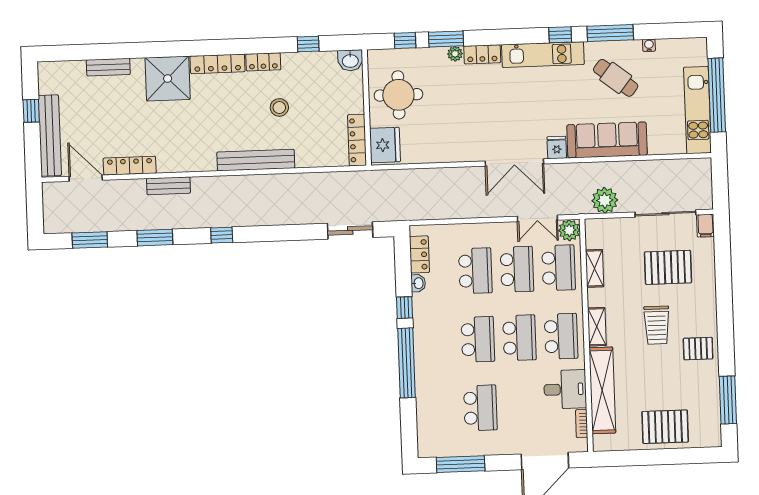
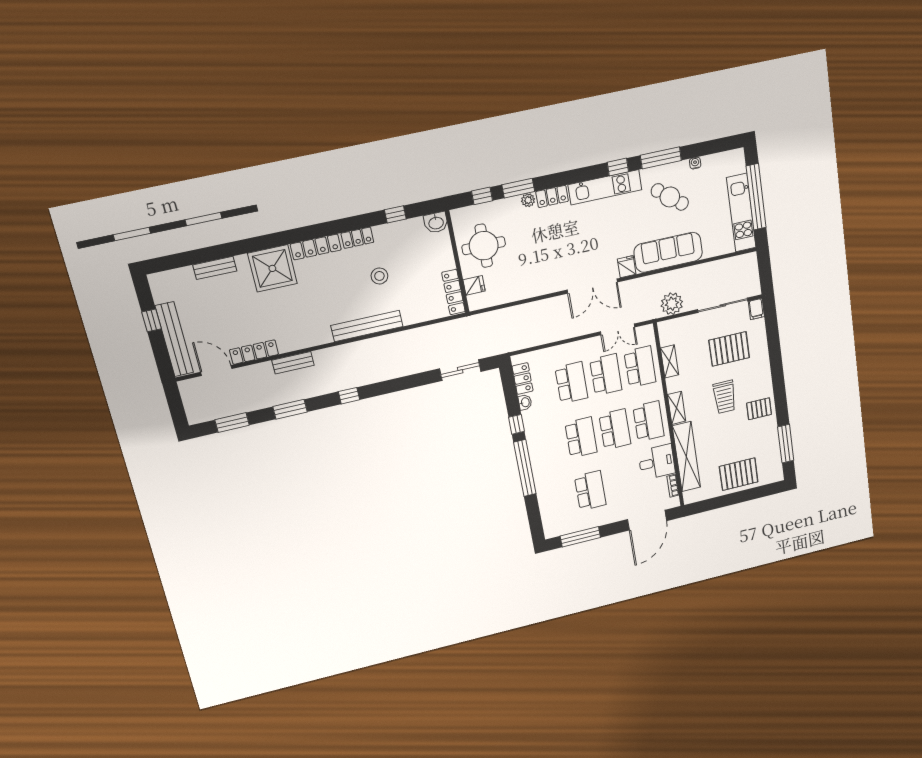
fridge: (385, 145) -> (474, 285), width x0.53, depth x0.75
plant: (569, 230) -> (645, 334), removed

